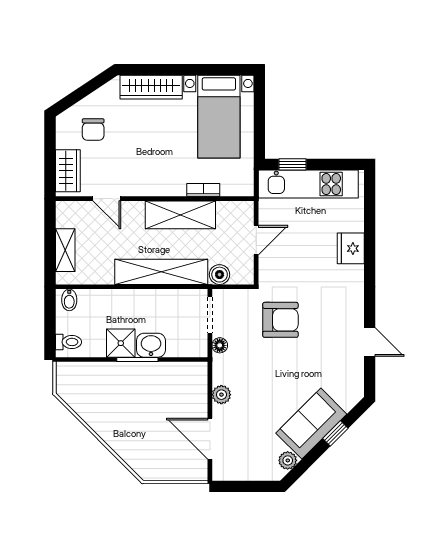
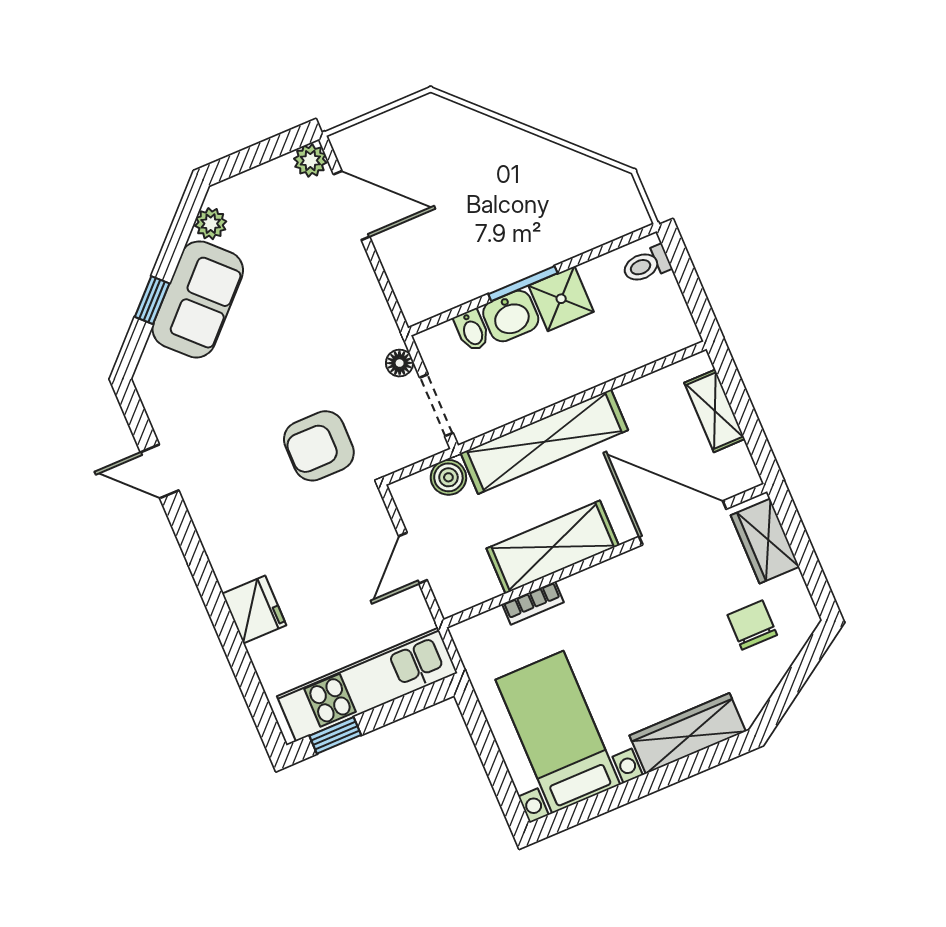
window: (293, 164) -> (335, 735), moved
door: (107, 199) -> (683, 523), width x1.88
bidet: (69, 300) -> (472, 330), moved, turned 180
plant: (221, 395) -> (310, 161), moved

